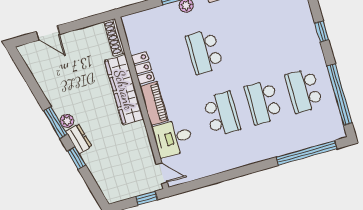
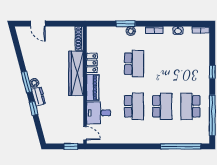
school desk: (204, 52) -> (134, 64), turned 180
school desk: (263, 102) -> (162, 106), turned 180

